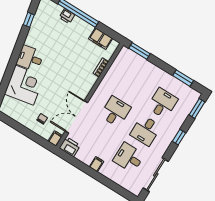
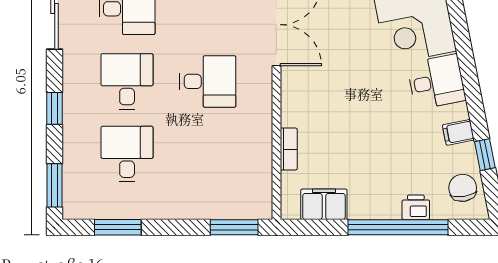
chair: (45, 12) -> (463, 188), added
filing cabinet: (34, 34) -> (458, 132), added
desk: (163, 103) -> (127, 154), turned 180
desk: (115, 112) -> (208, 81), turned -90

